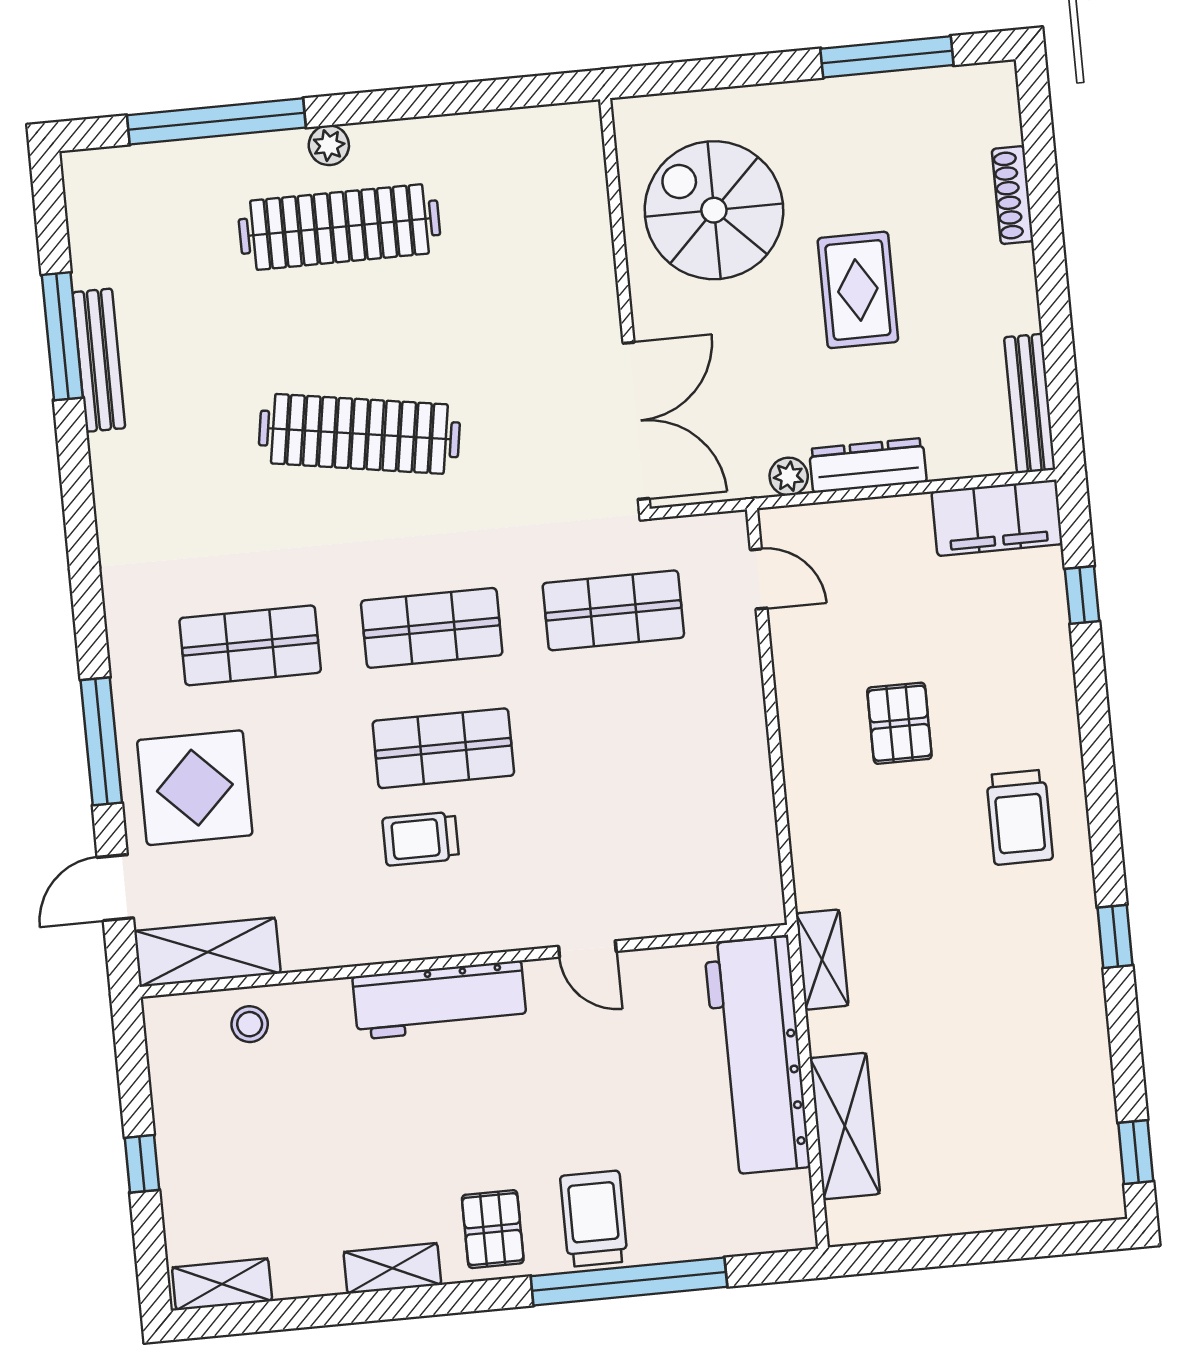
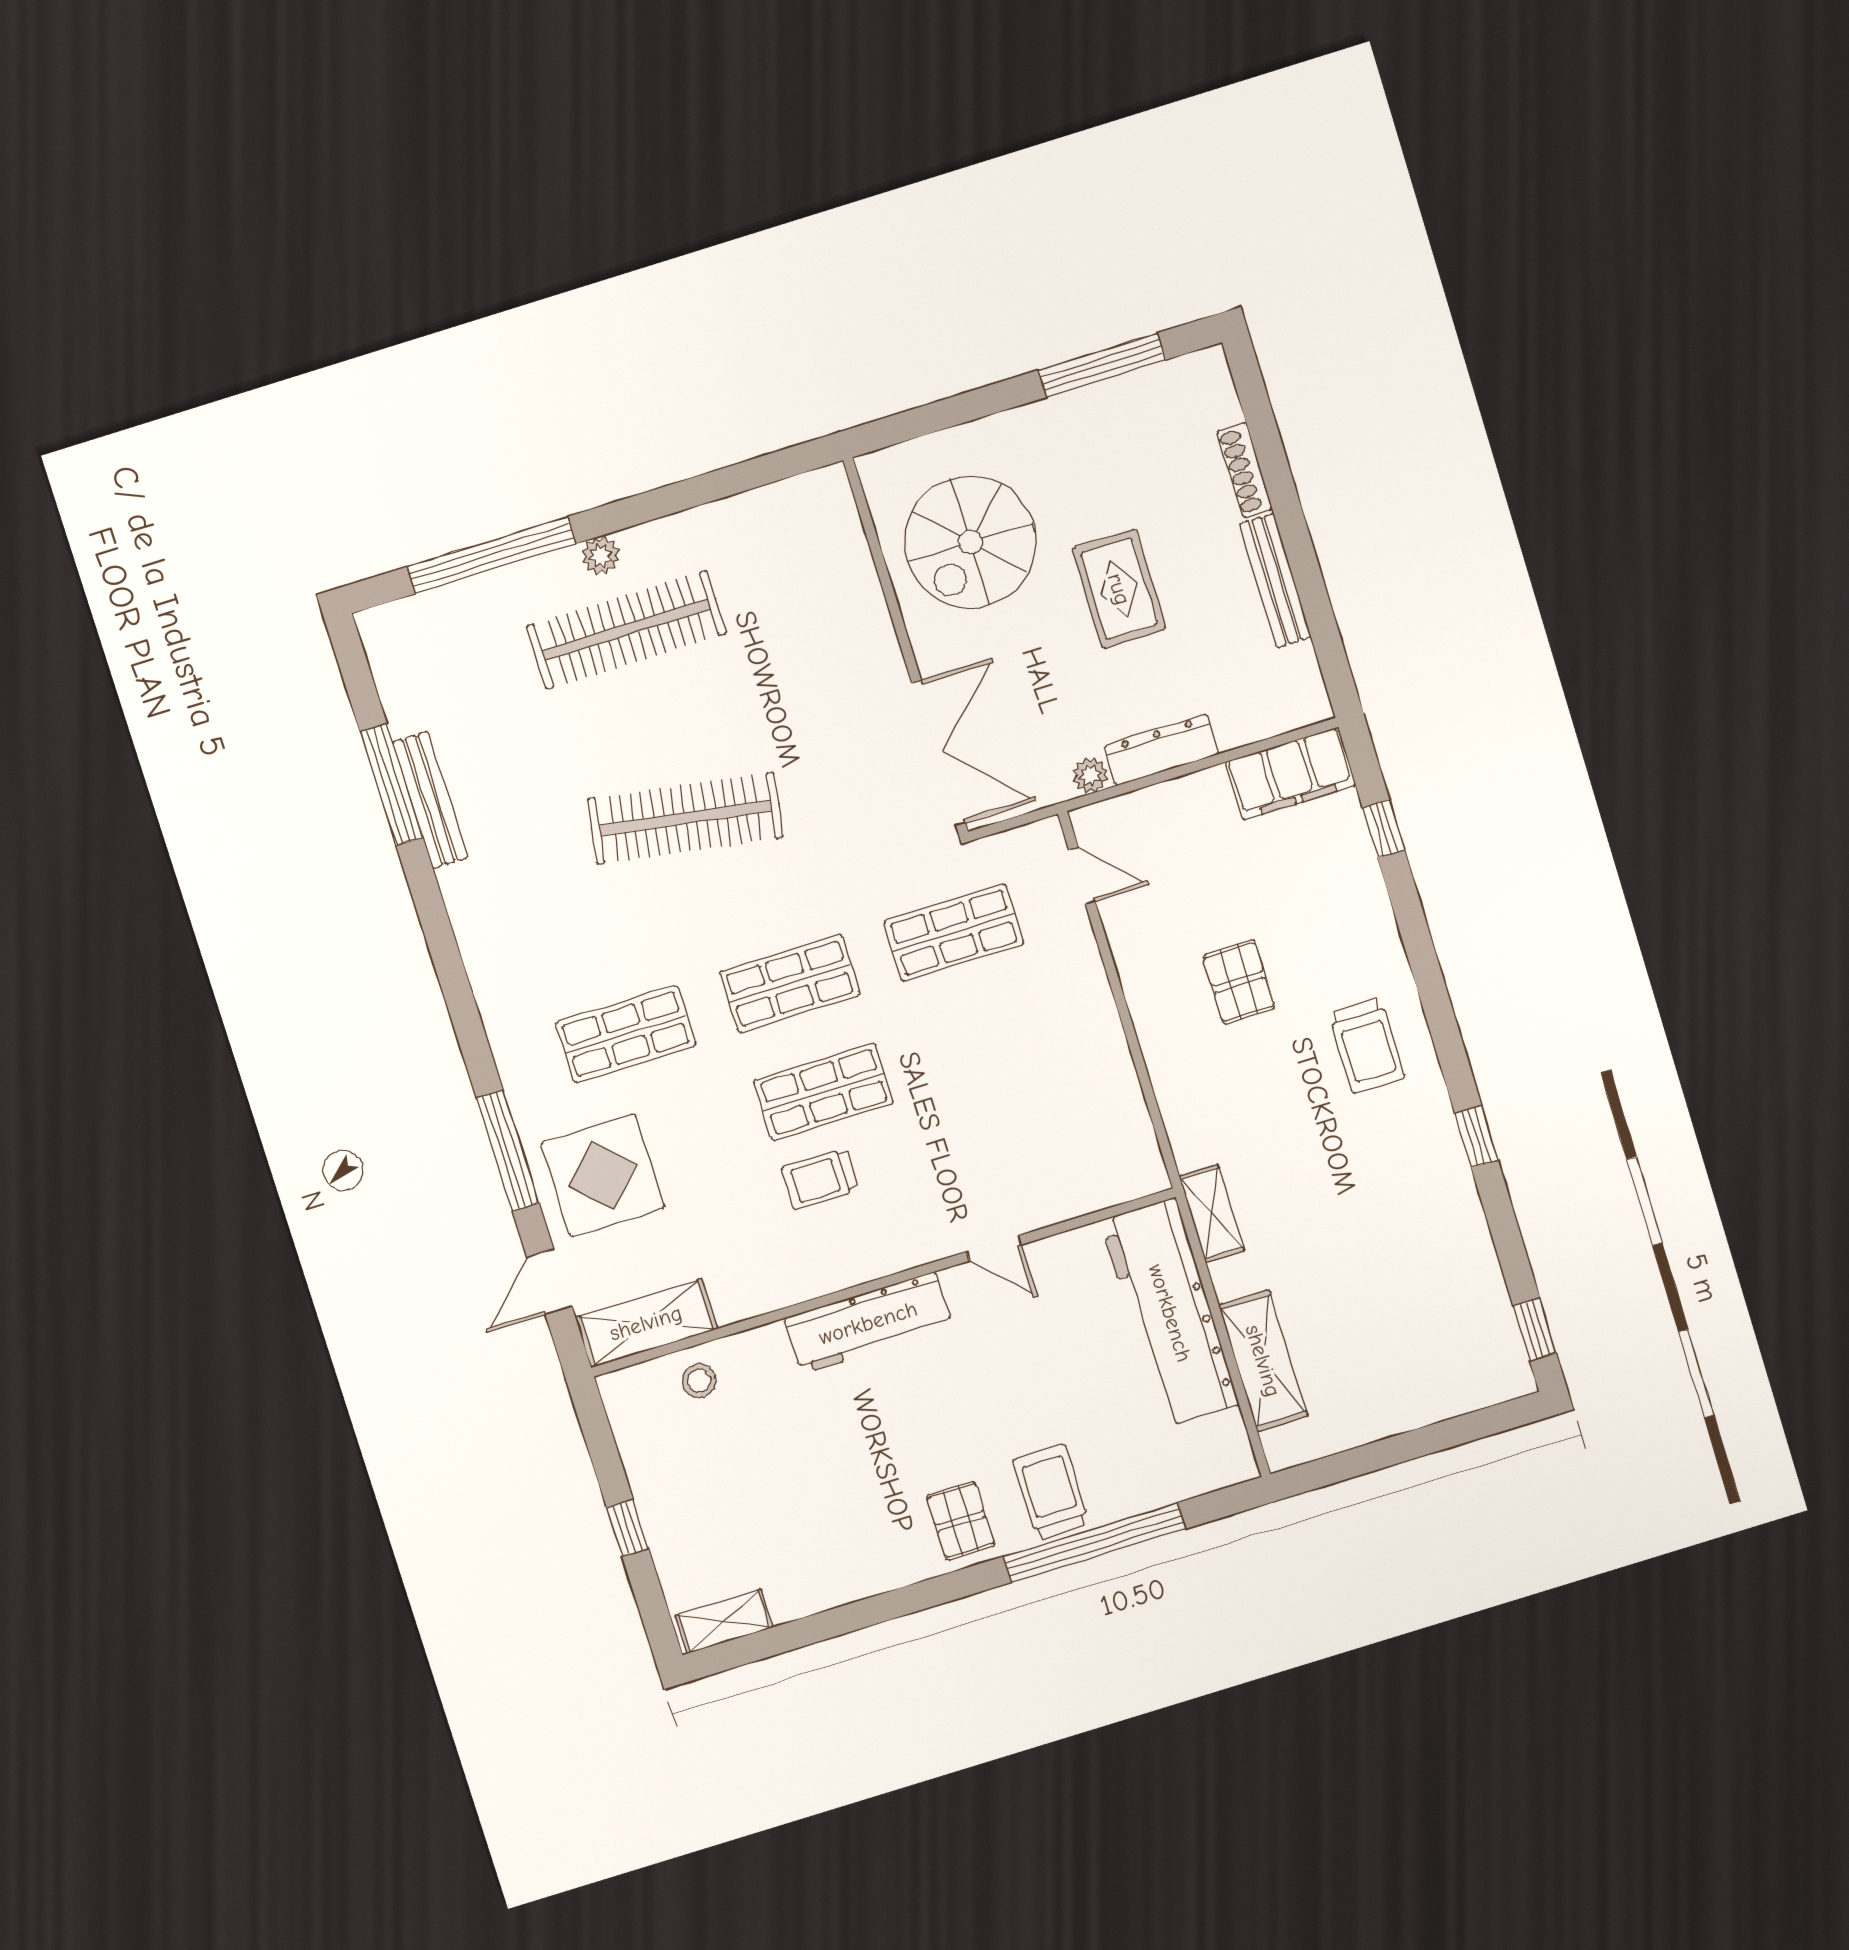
spiral stairs: (714, 210) -> (970, 542), turned -90
bench: (1030, 404) -> (1275, 581), moved
shelving: (392, 1268) -> (876, 1575), removed

